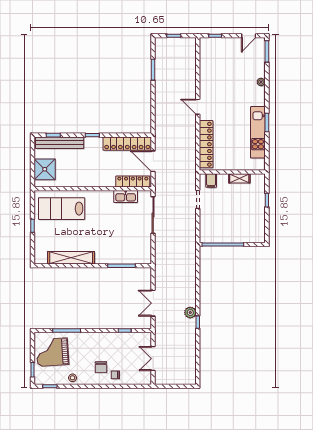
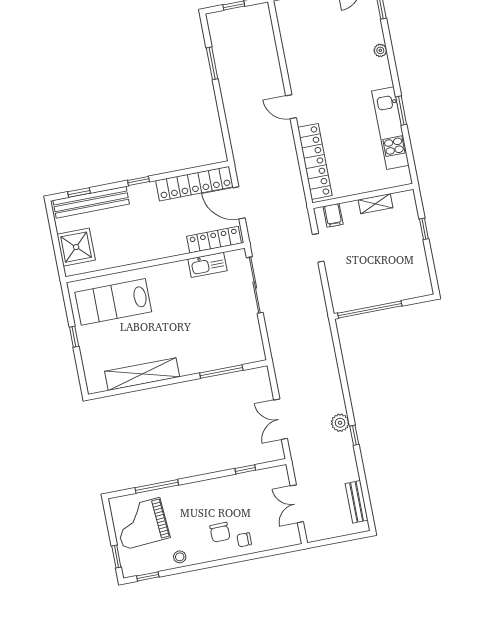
bench: (191, 365) -> (357, 502), added

